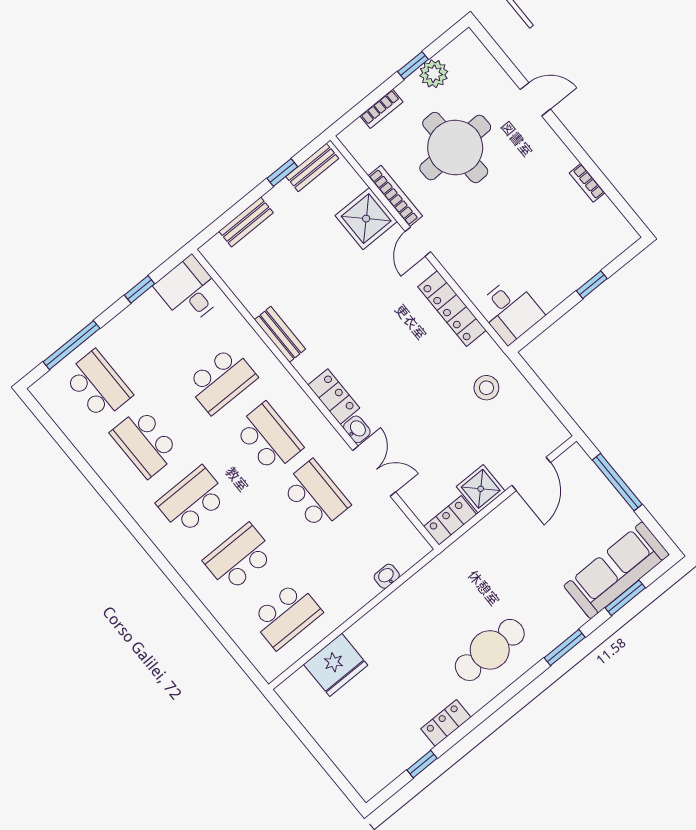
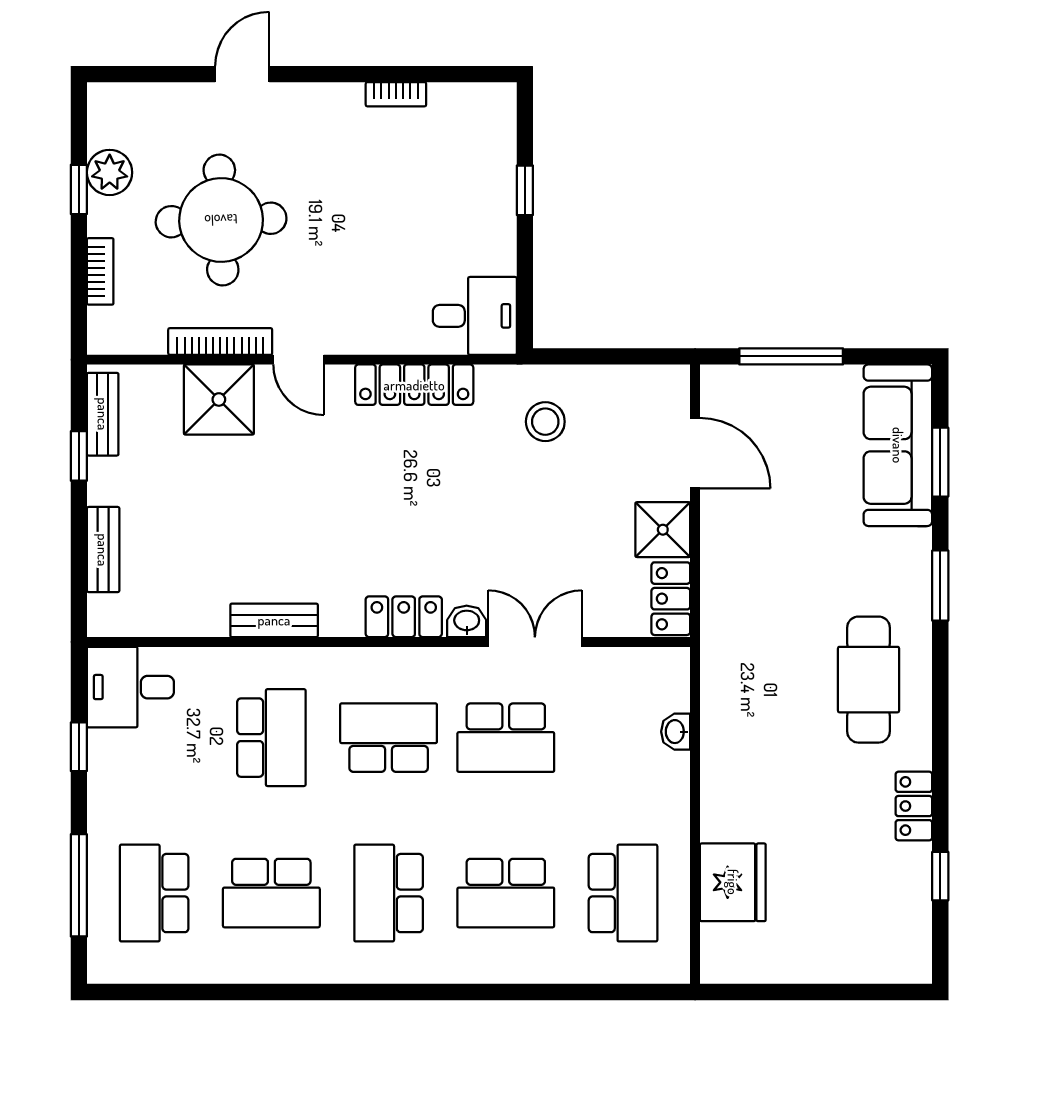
school desk: (98, 385) -> (154, 893), turned -90
school desk: (315, 495) -> (506, 738), turned 180
school desk: (239, 558) -> (506, 893), turned -90

